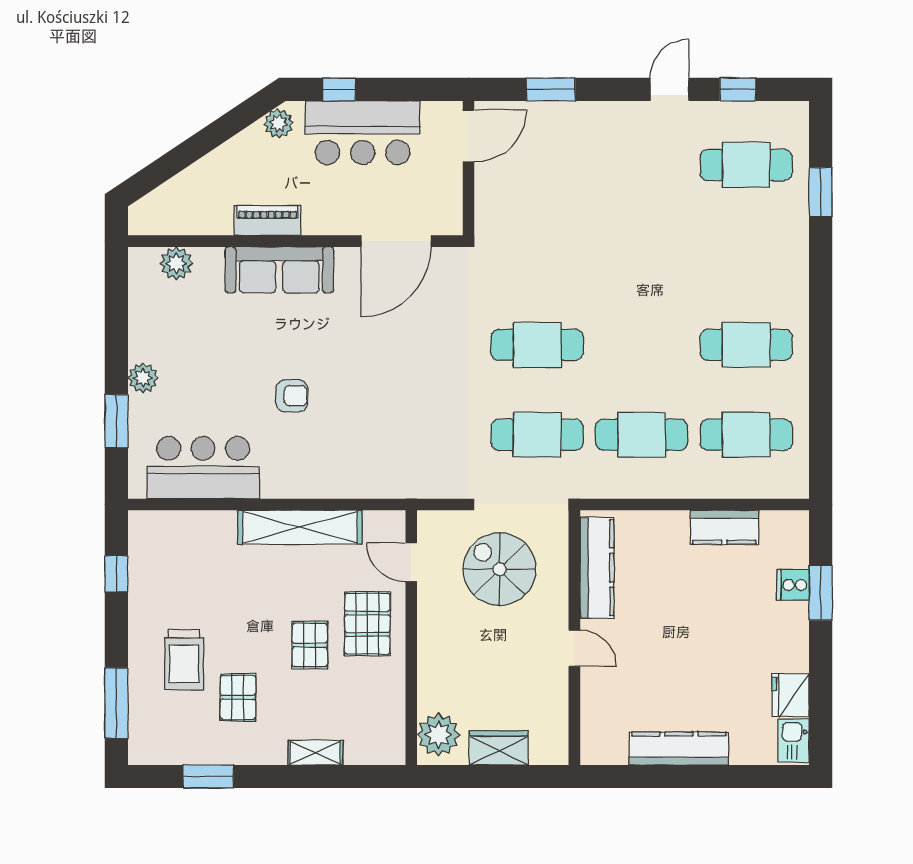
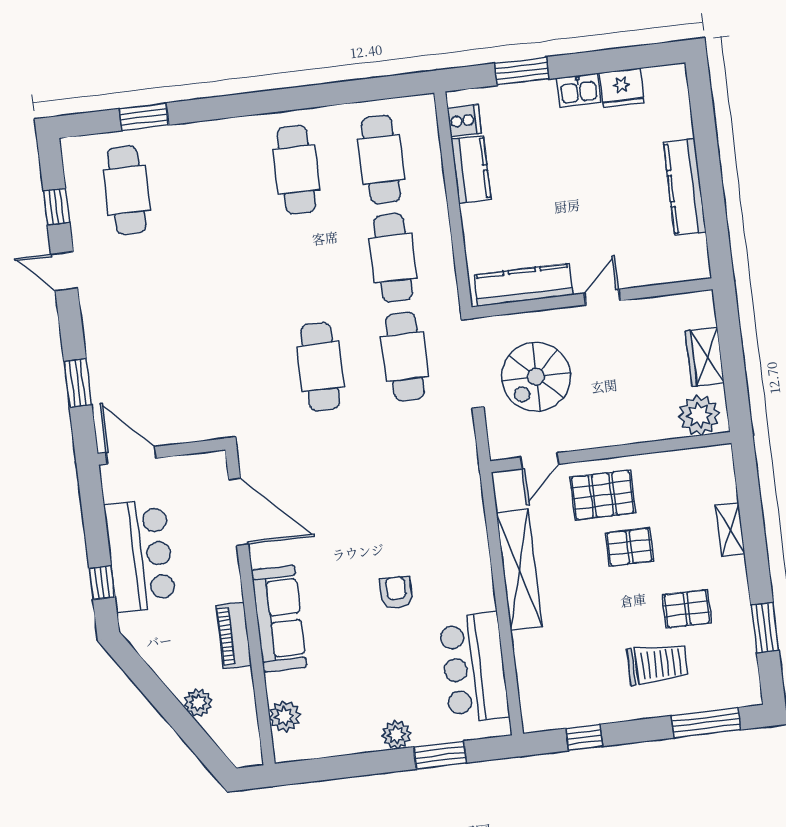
plant: (278, 123) -> (198, 703), moved
cooker: (793, 585) -> (464, 121), moved, turned -90
kitchen sink: (794, 741) -> (579, 90), moved

